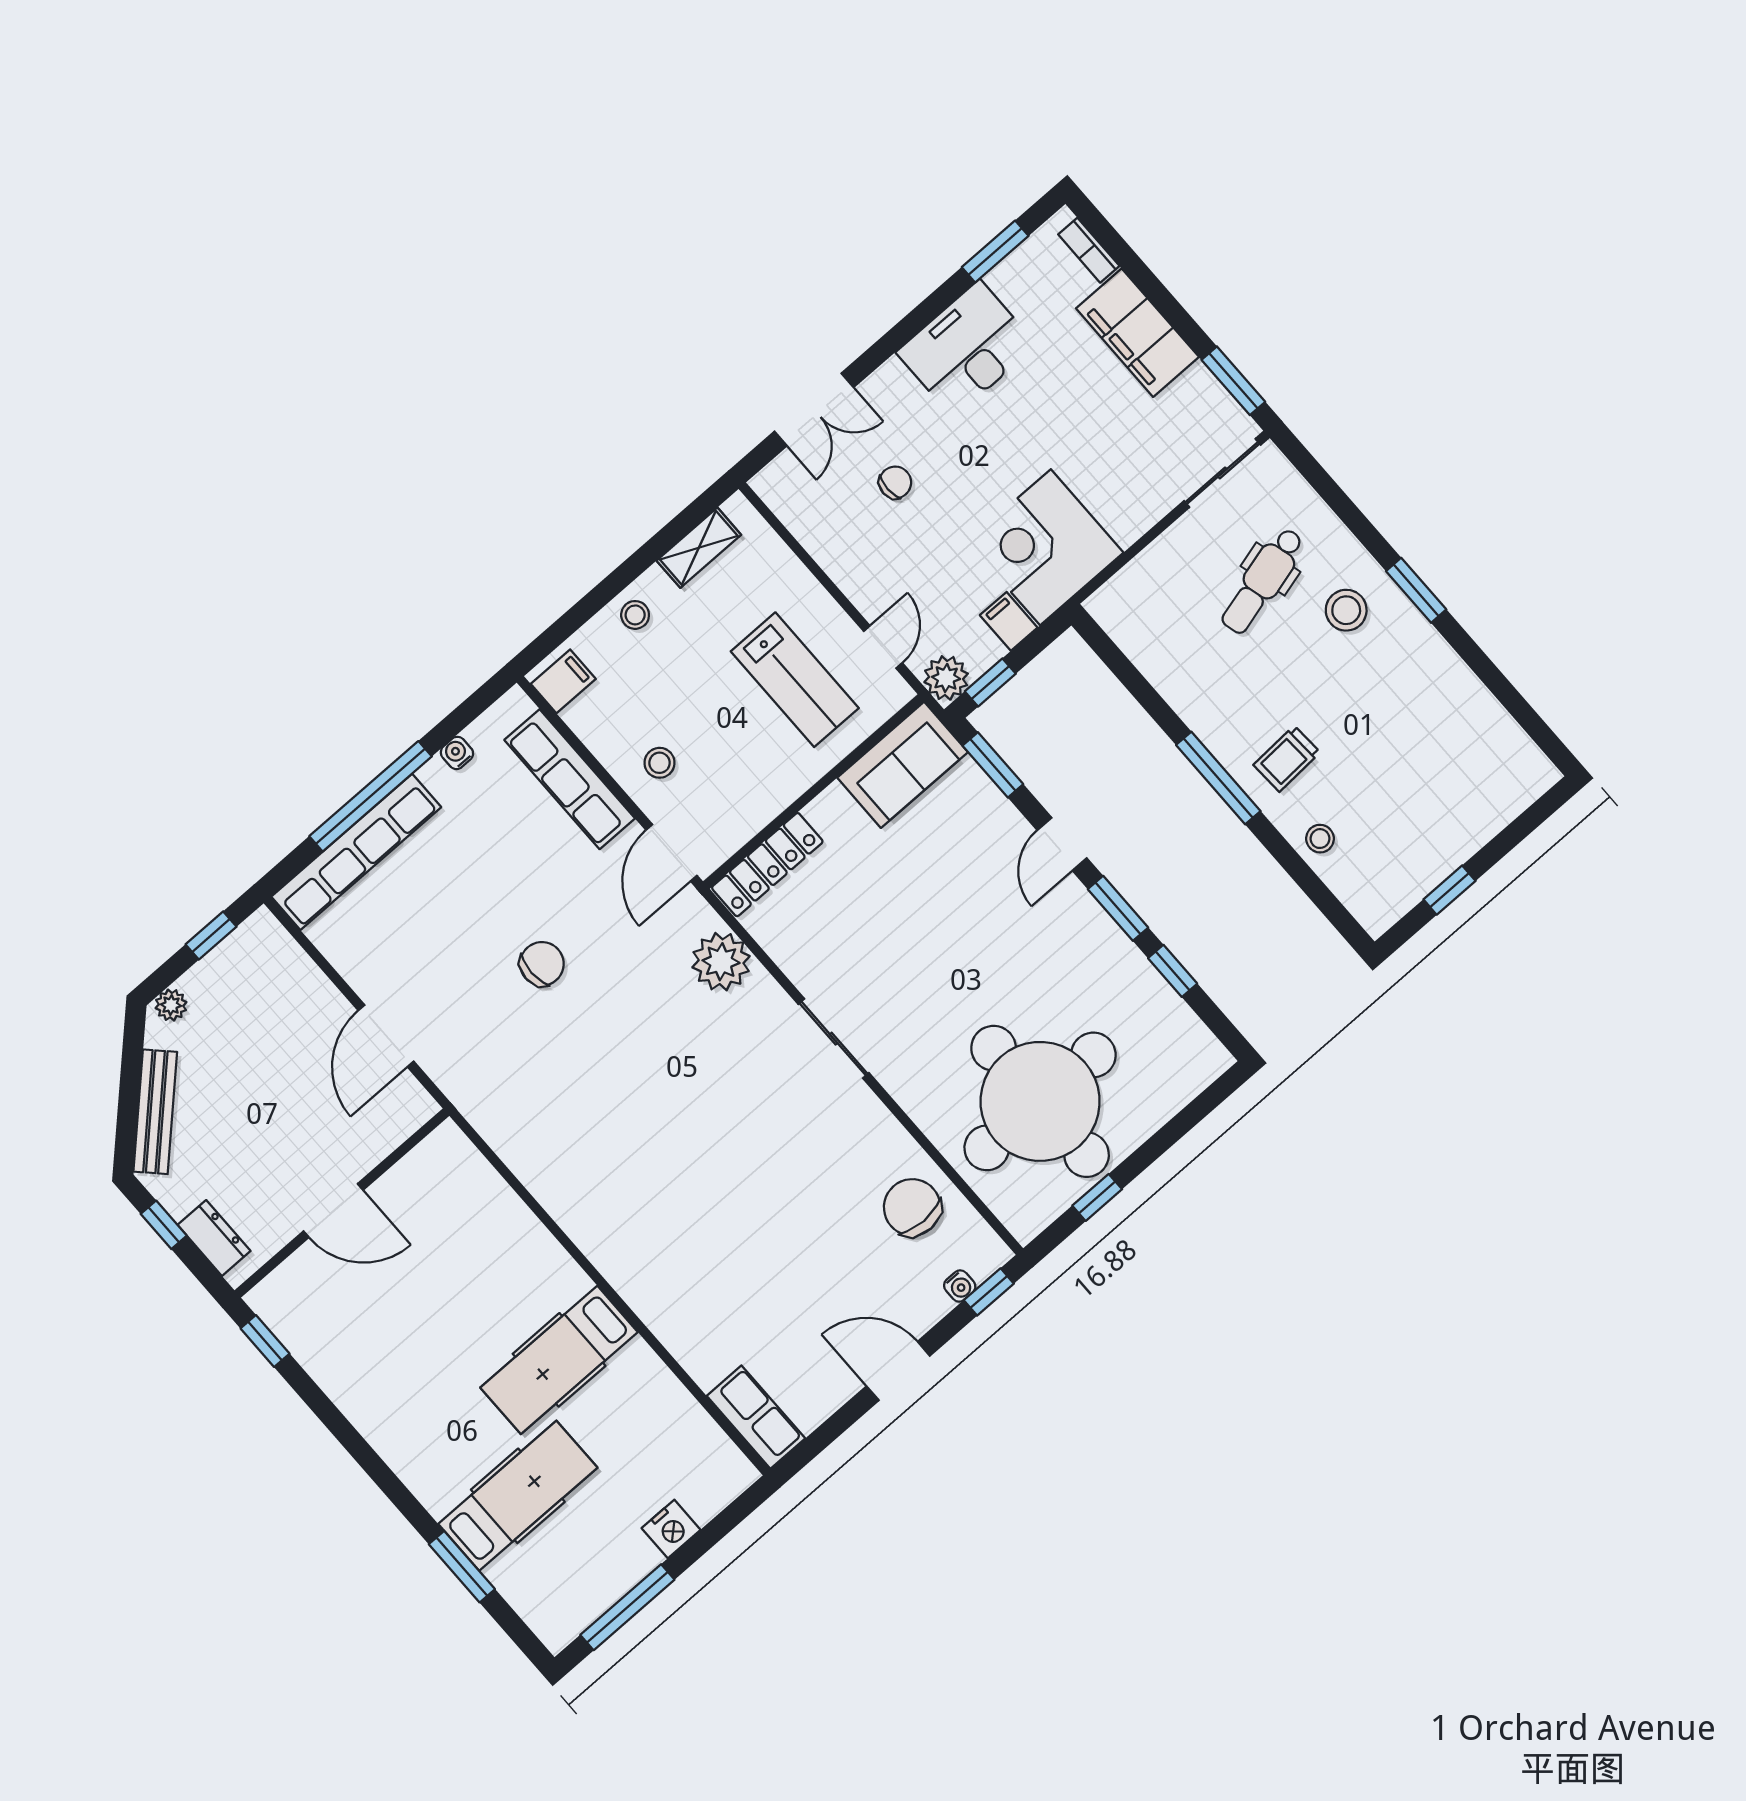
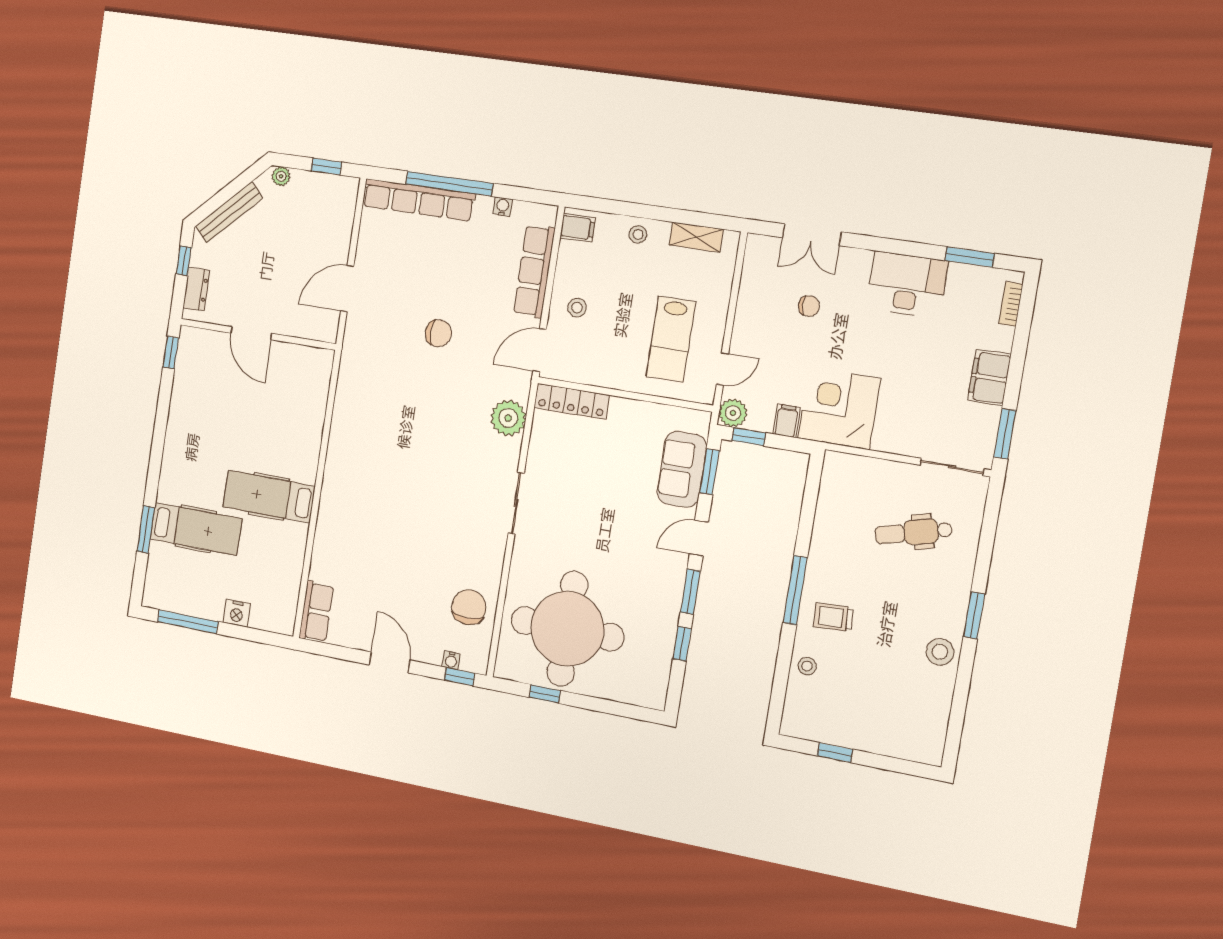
filing cabinet: (1137, 333) -> (989, 378), width x0.67, depth x0.86
stool: (1346, 610) -> (940, 652), moved
sofa: (903, 765) -> (682, 469), moved, turned 90

